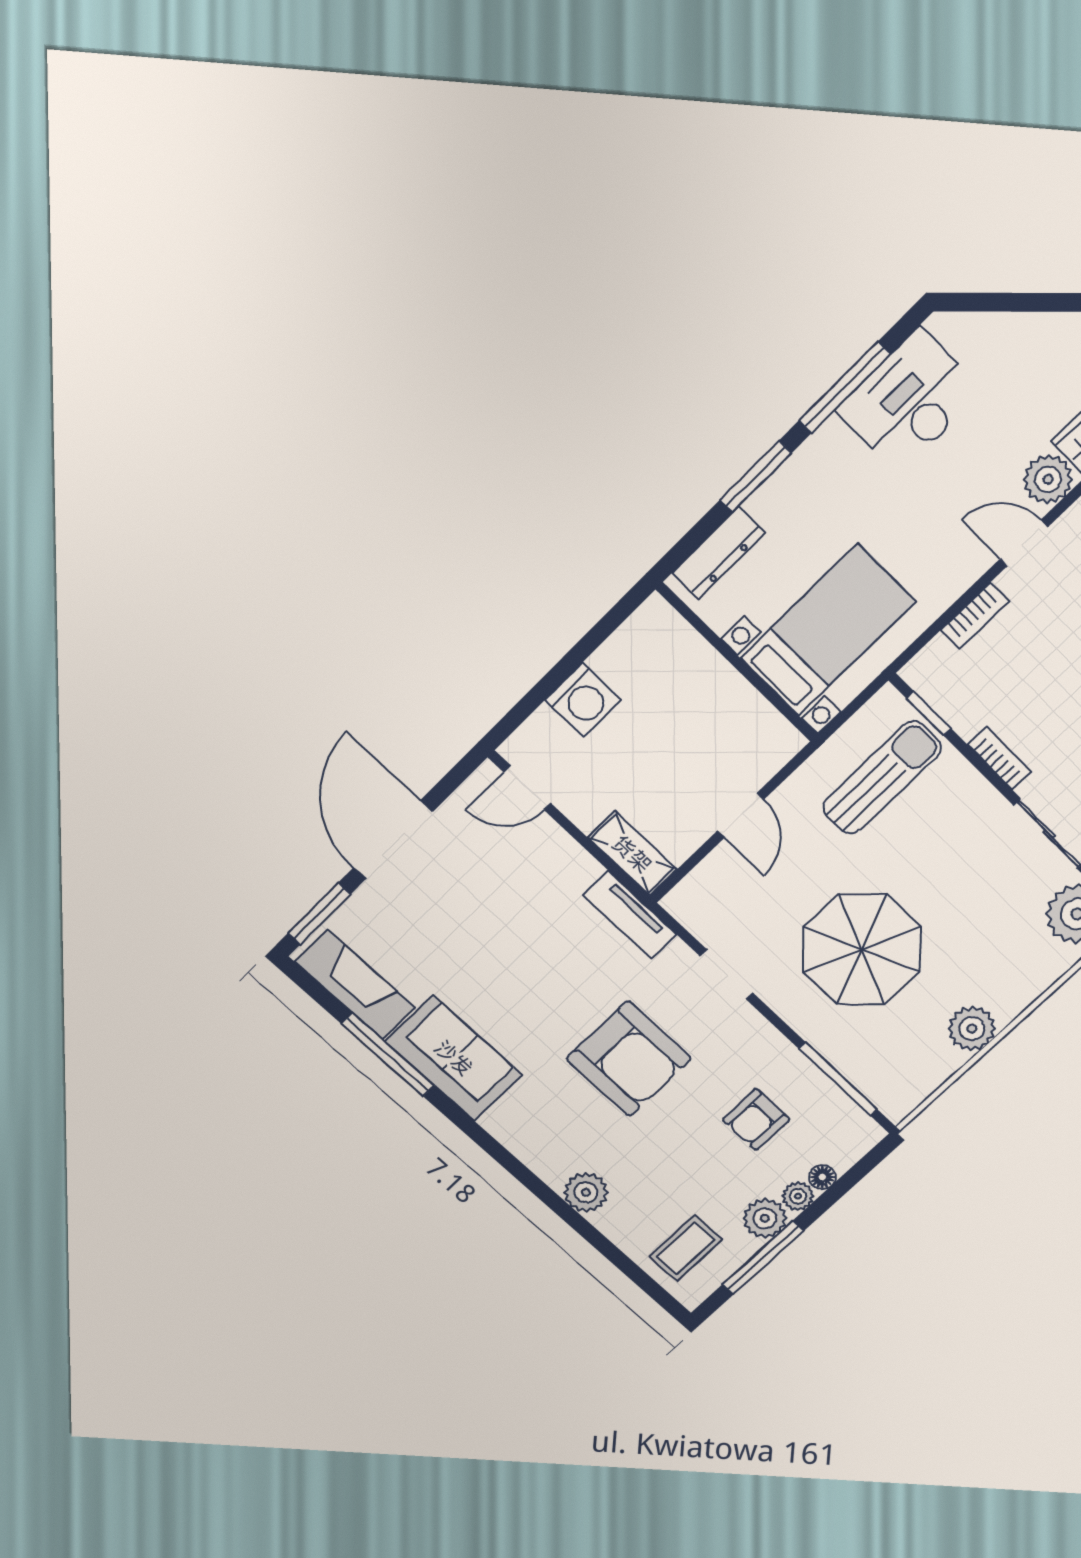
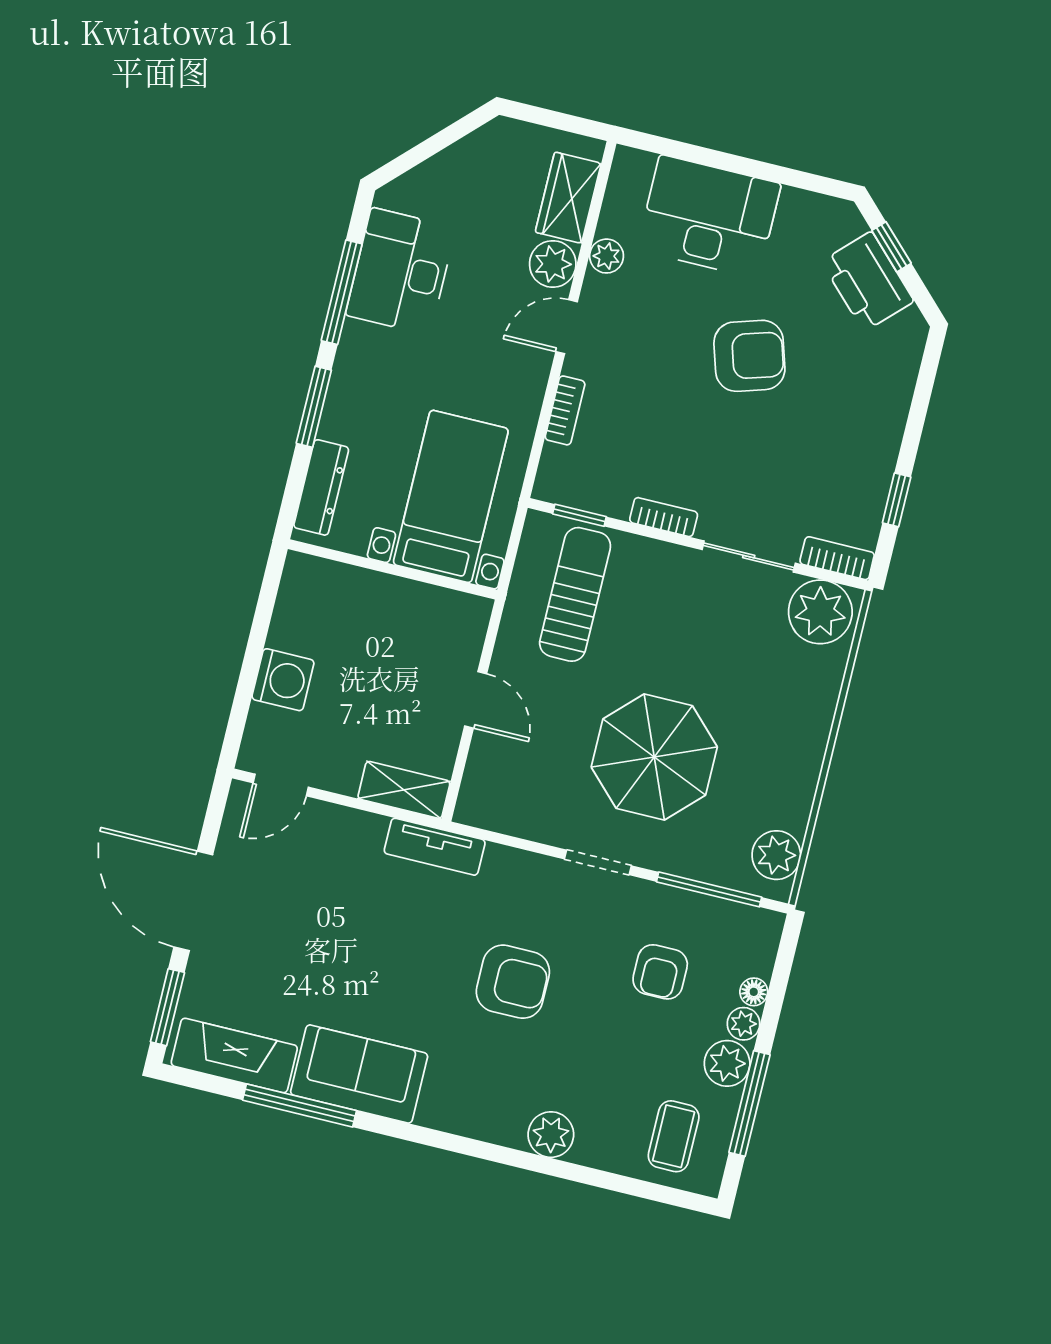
doorway: (727, 975) -> (598, 862), moved
plant: (972, 1028) -> (776, 855), moved
armchair: (629, 1059) -> (513, 982), width x0.73, depth x0.73

